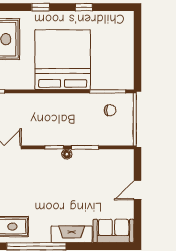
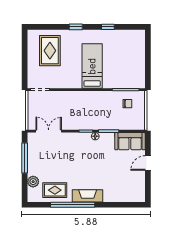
bed: (63, 60) -> (92, 66), width x0.49
sofa: (113, 231) -> (130, 141), moved, turned 180
fireplace: (72, 234) -> (88, 196), moved

